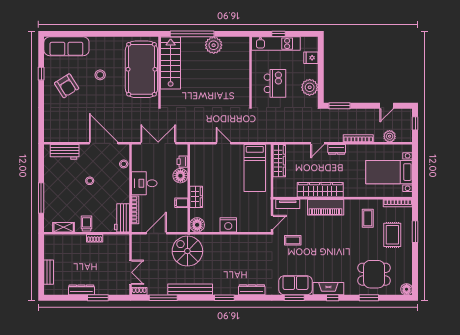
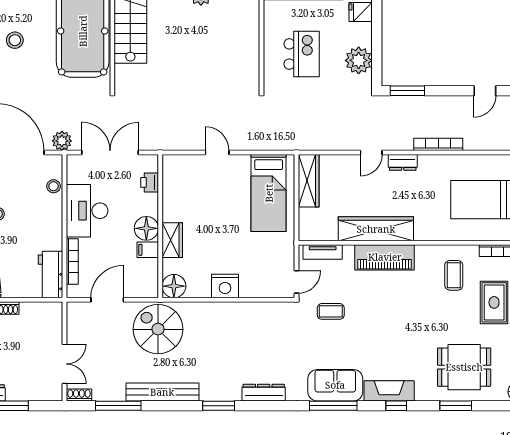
plant: (390, 136) -> (62, 141), moved
floor lamp: (180, 176) -> (146, 228), moved
desk: (144, 183) -> (87, 211), width x1.37
window: (294, 298) -> (333, 406), width x1.44

